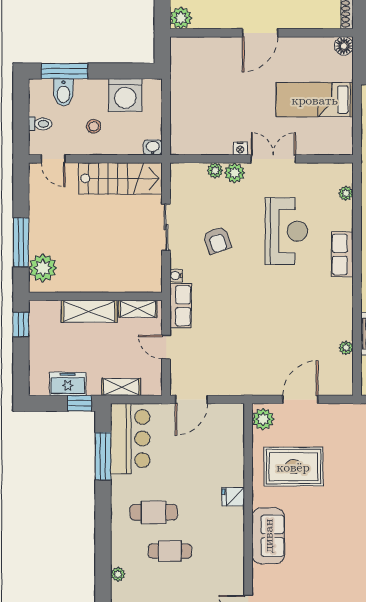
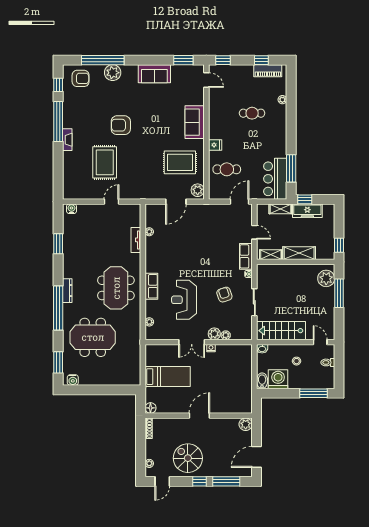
bidet: (63, 92) -> (262, 381), moved
freezer: (68, 384) -> (307, 211), width x1.40
cafe table: (154, 512) -> (227, 169), moved

